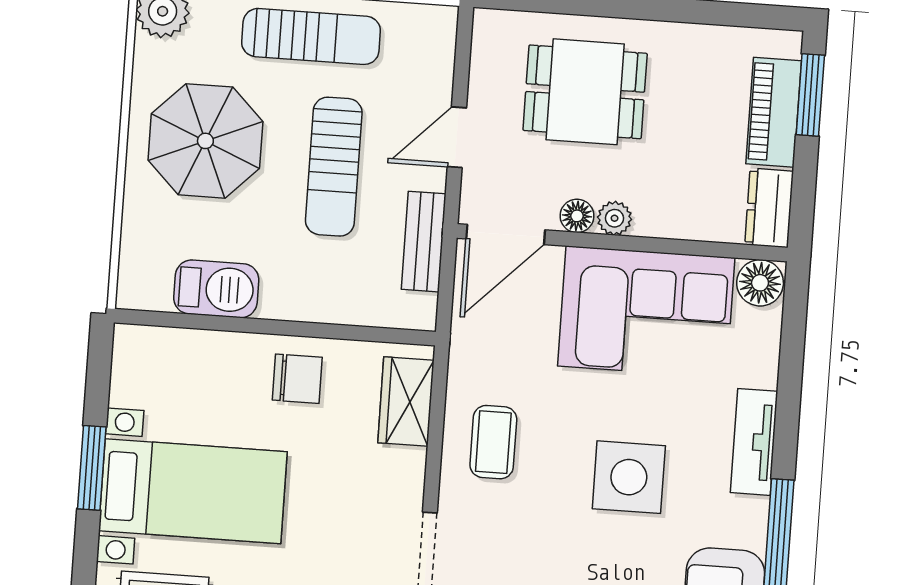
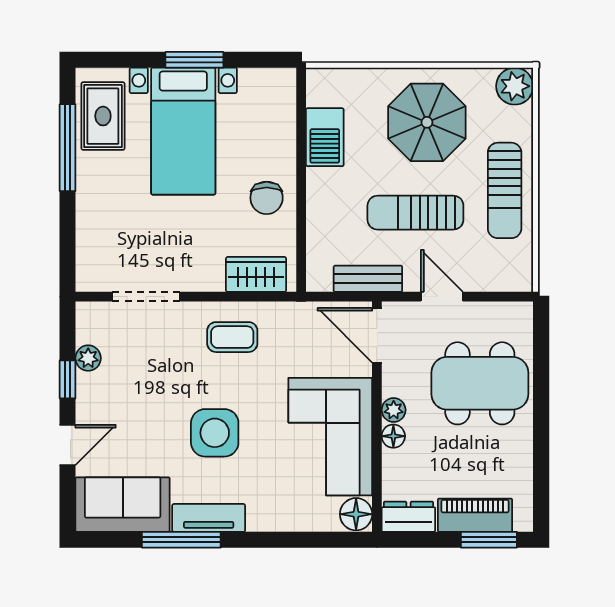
dining table: (585, 92) -> (480, 383), width x1.38
floor lamp: (577, 216) -> (393, 436), moved
tv unit: (754, 442) -> (209, 518), moved

